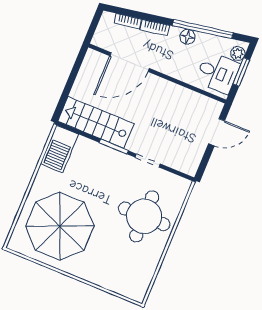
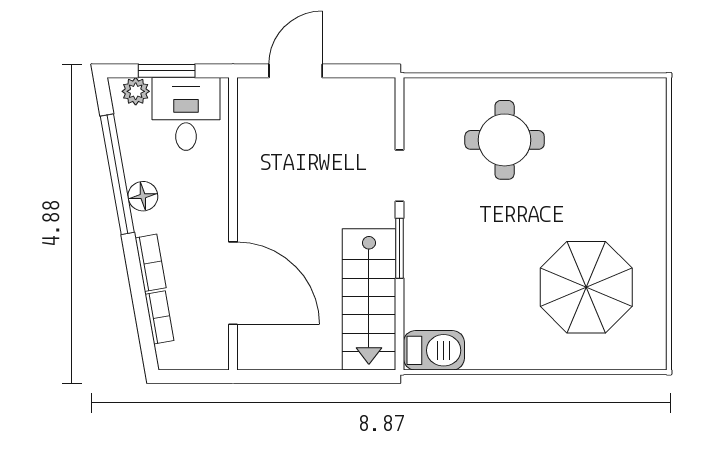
door: (217, 132) -> (296, 71), hinge flipped
barbecue: (59, 149) -> (434, 350), width x0.73, depth x0.83
round table: (144, 216) -> (505, 140), width x0.73, depth x0.73
parasol: (60, 226) -> (586, 287), width x0.73, depth x0.73

